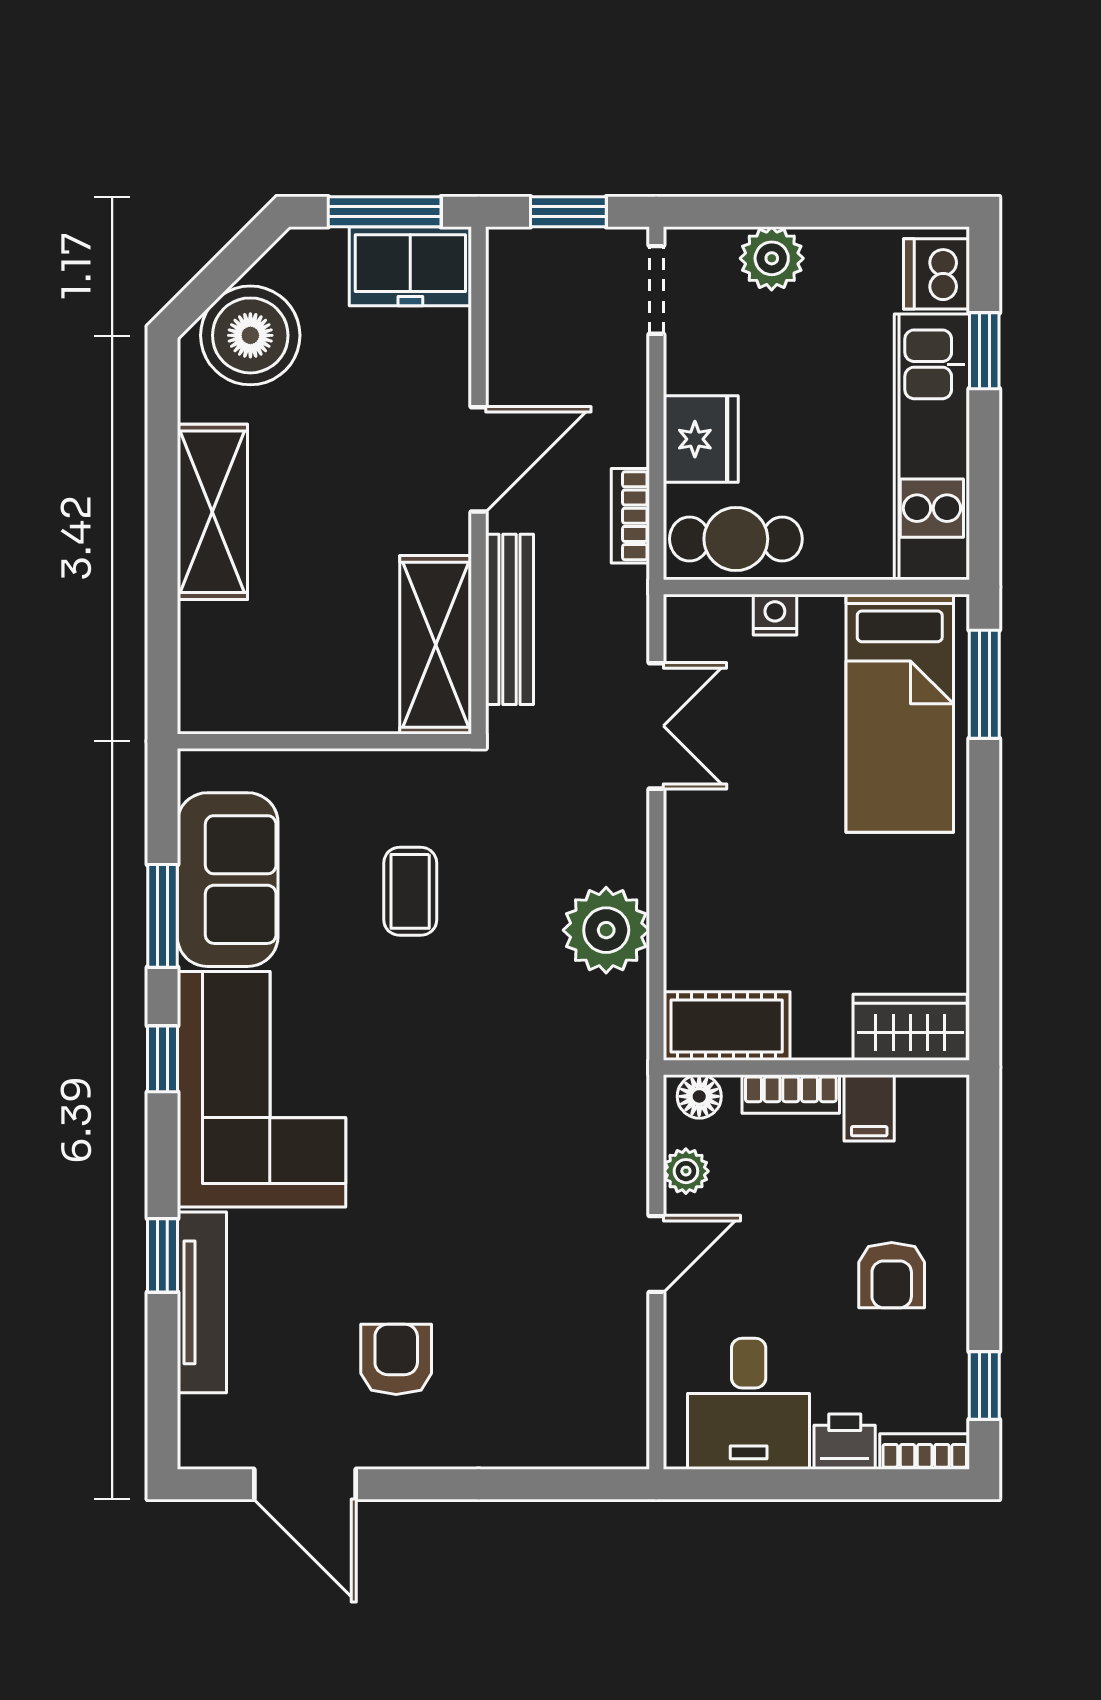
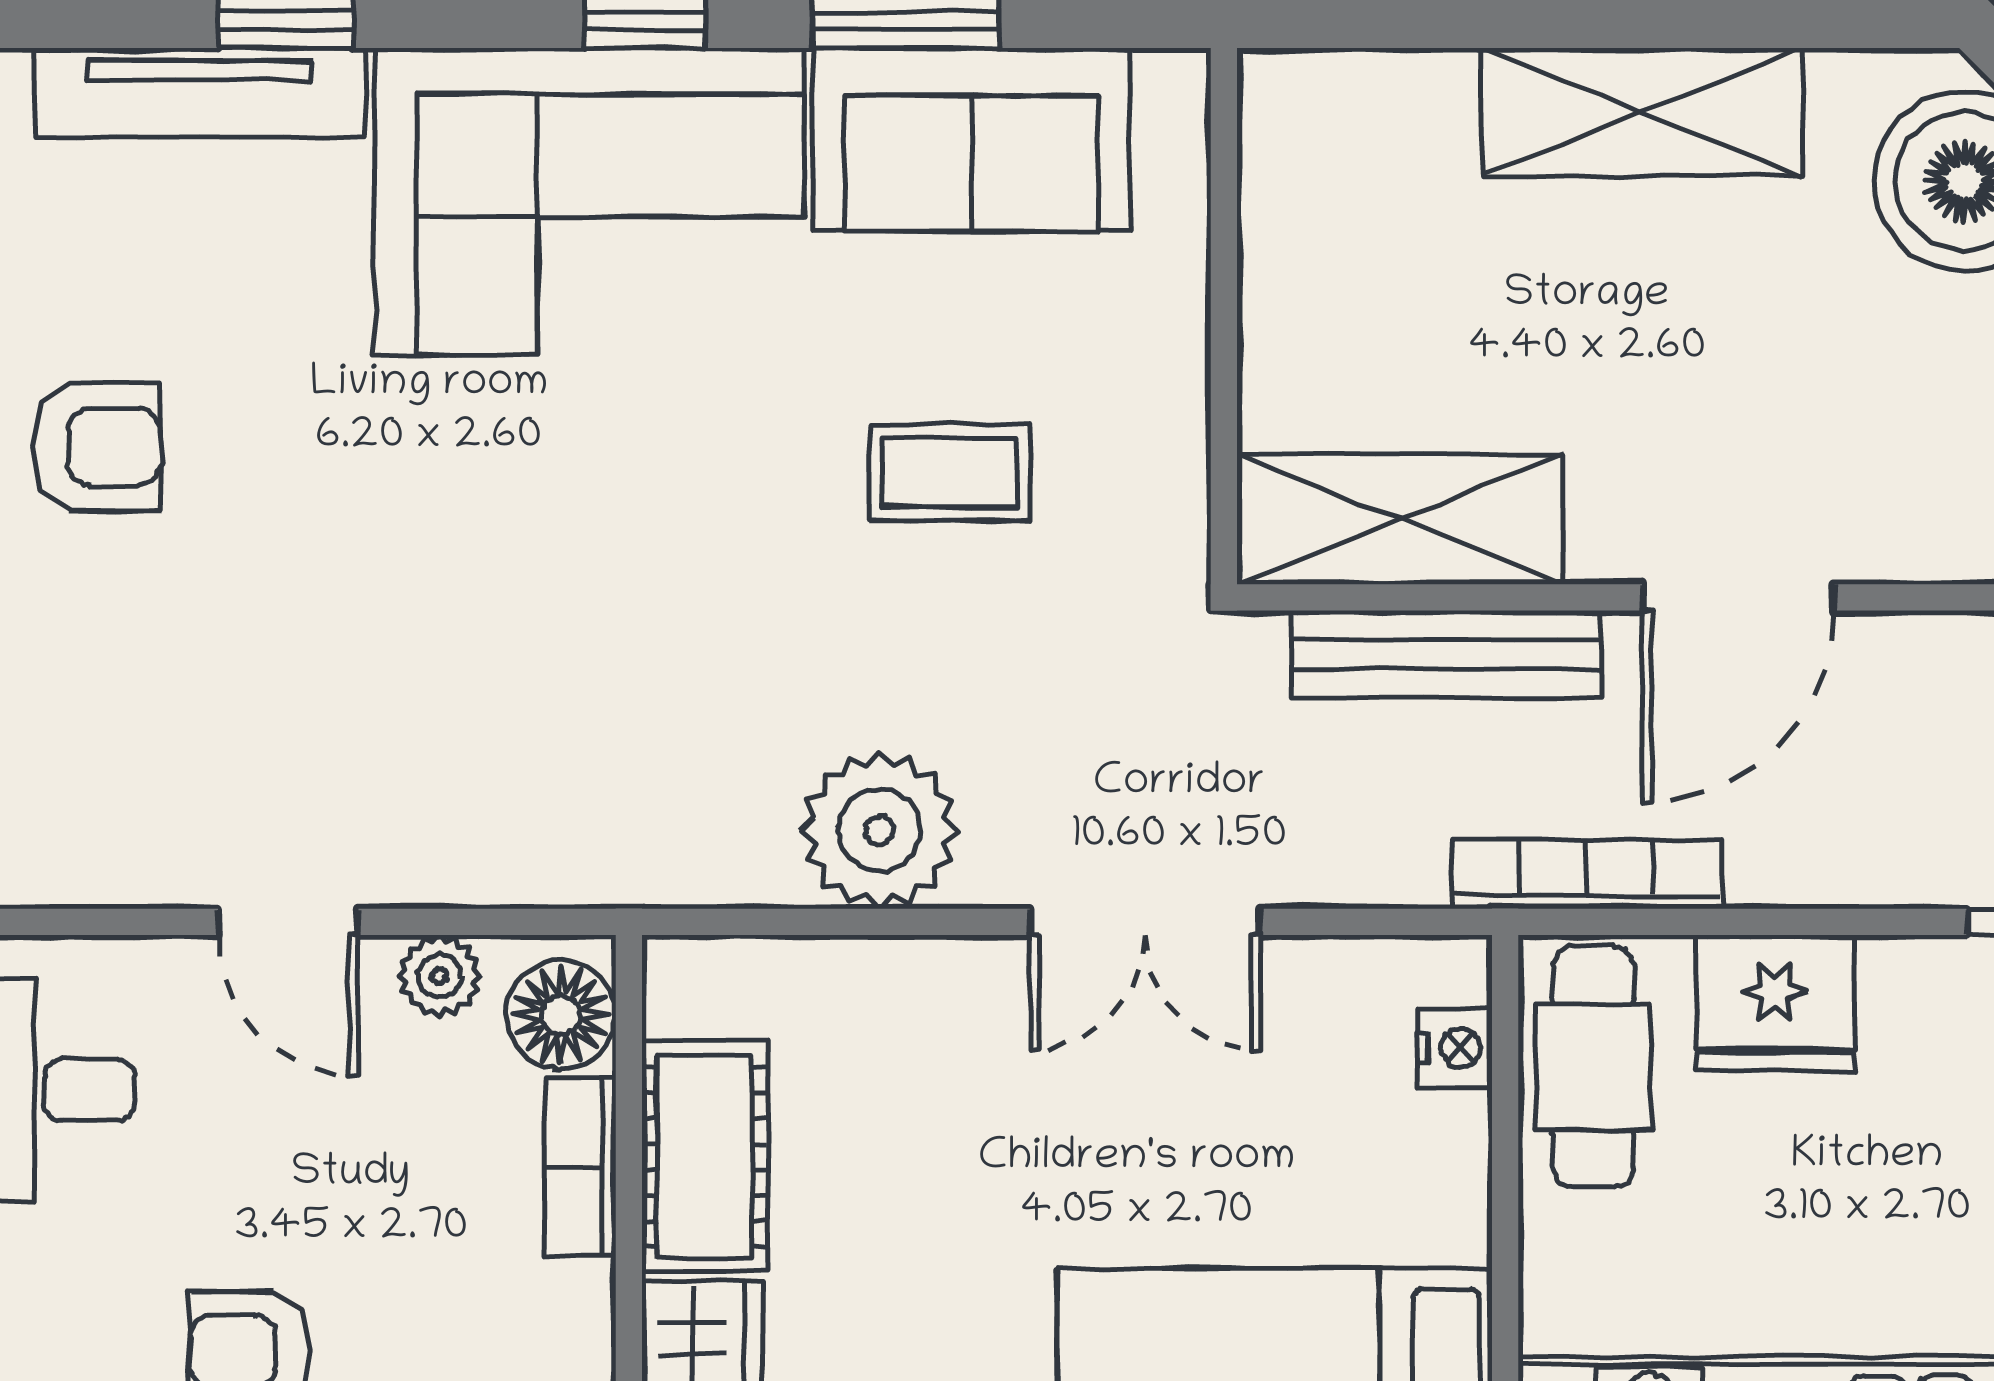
door: (478, 459) -> (1738, 597), hinge flipped
bookcase: (630, 516) -> (1587, 874), width x1.56
nightstand: (775, 615) -> (1455, 1048), moved
double door: (656, 726) -> (1145, 922), moved
cot: (727, 1026) -> (704, 1157), moved
floor lamp: (699, 1096) -> (561, 1015), width x1.37, depth x1.37
filing cabinet: (869, 1108) -> (555, 1310), removed

